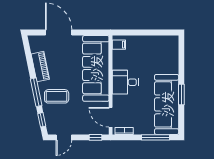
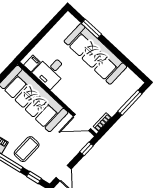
desk: (125, 82) -> (50, 71), moved
window: (181, 95) -> (91, 29), moved
sofa: (167, 104) -> (95, 54), moved

